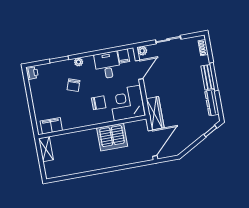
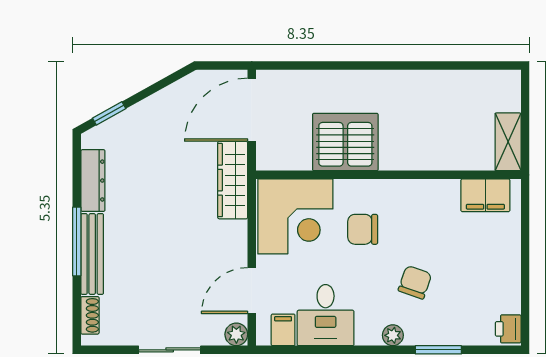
bench: (208, 77) -> (92, 254), width x1.36

